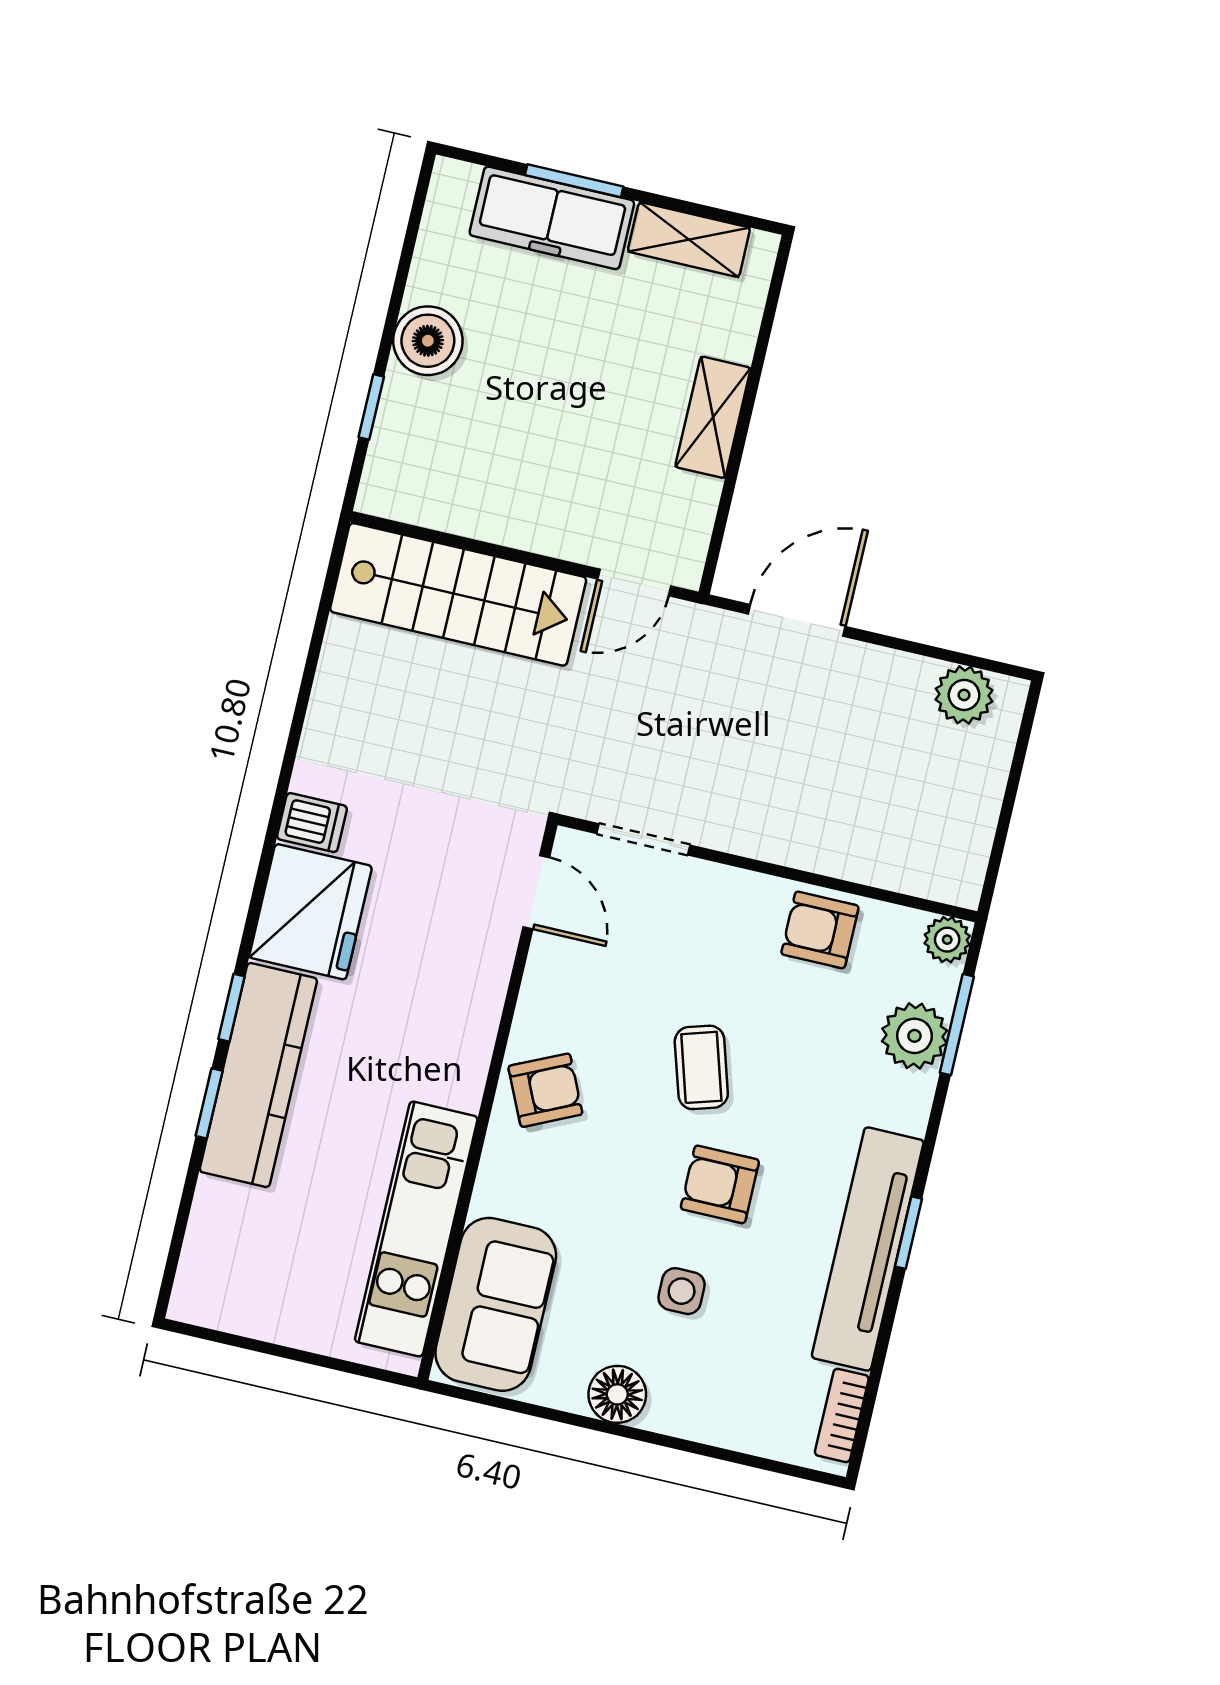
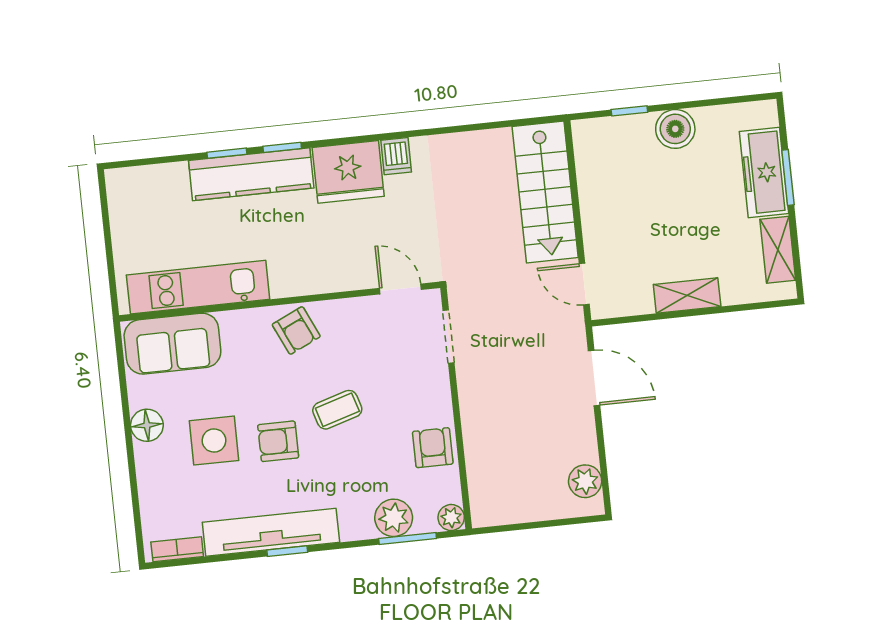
door: (536, 892) -> (400, 289), swing flipped
armchair: (720, 1184) -> (278, 441), turned -90
side table: (682, 1291) -> (214, 441), width x1.87, depth x1.87

